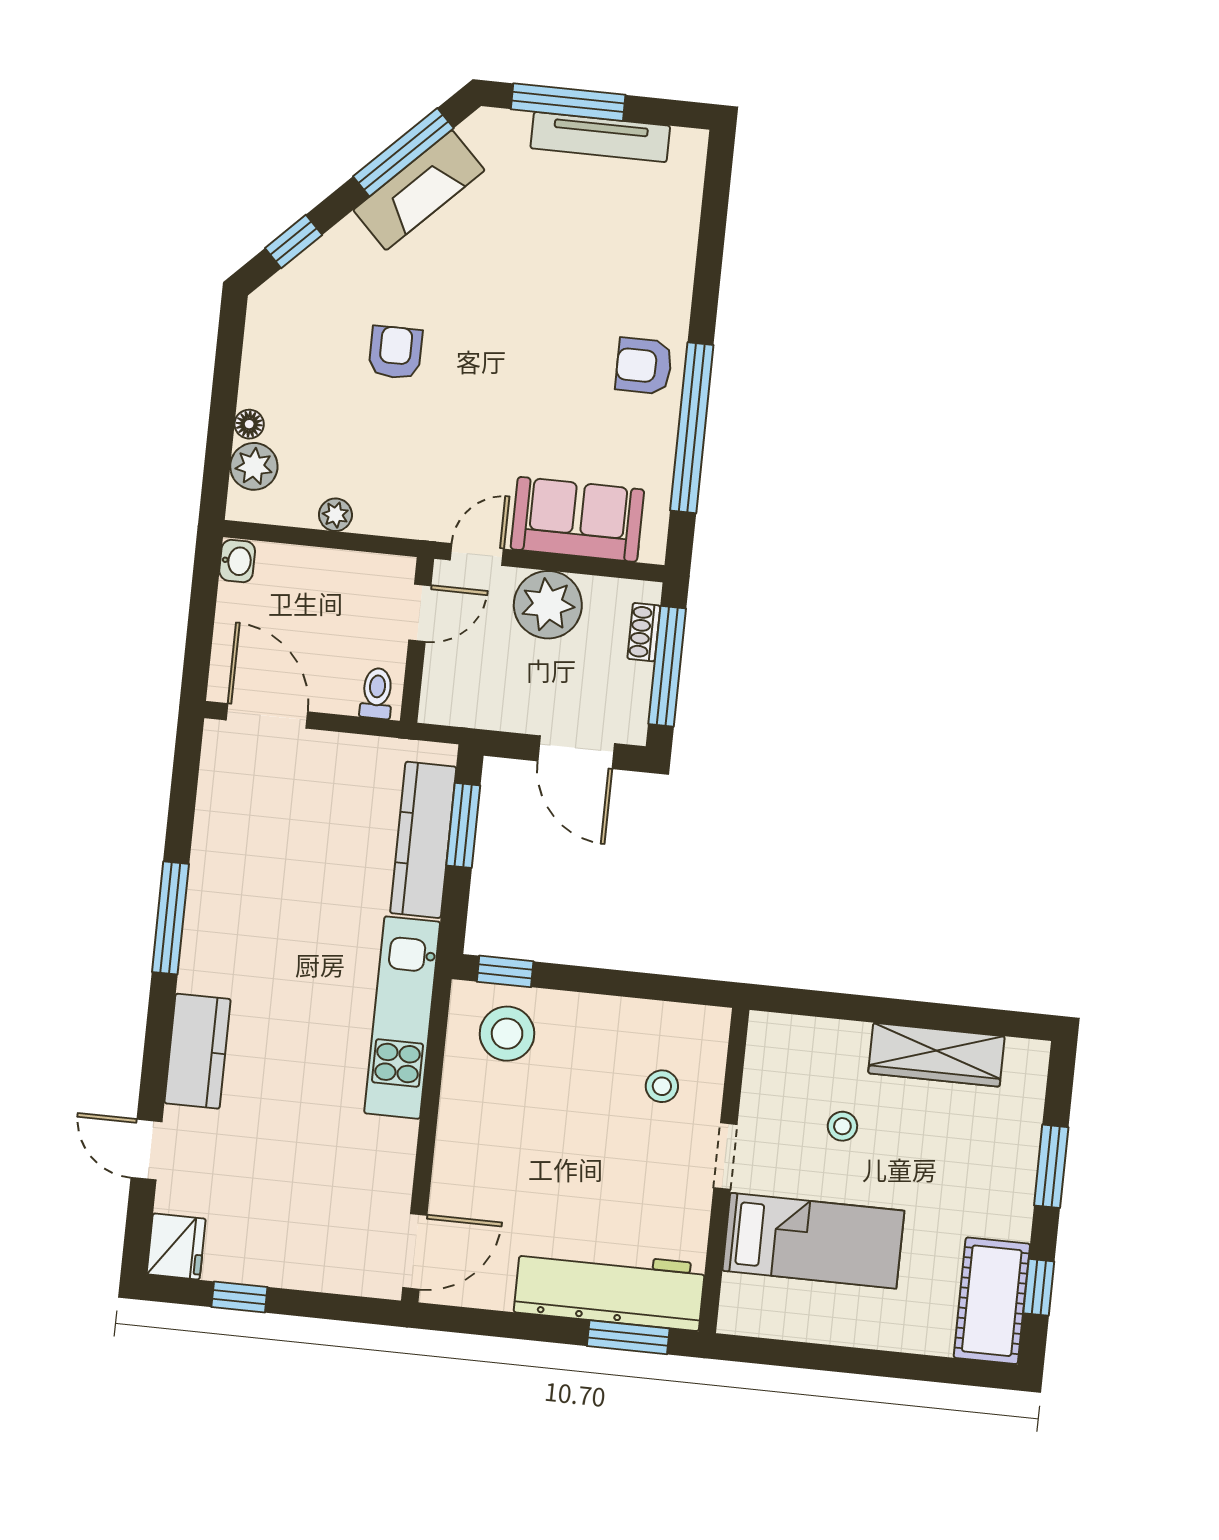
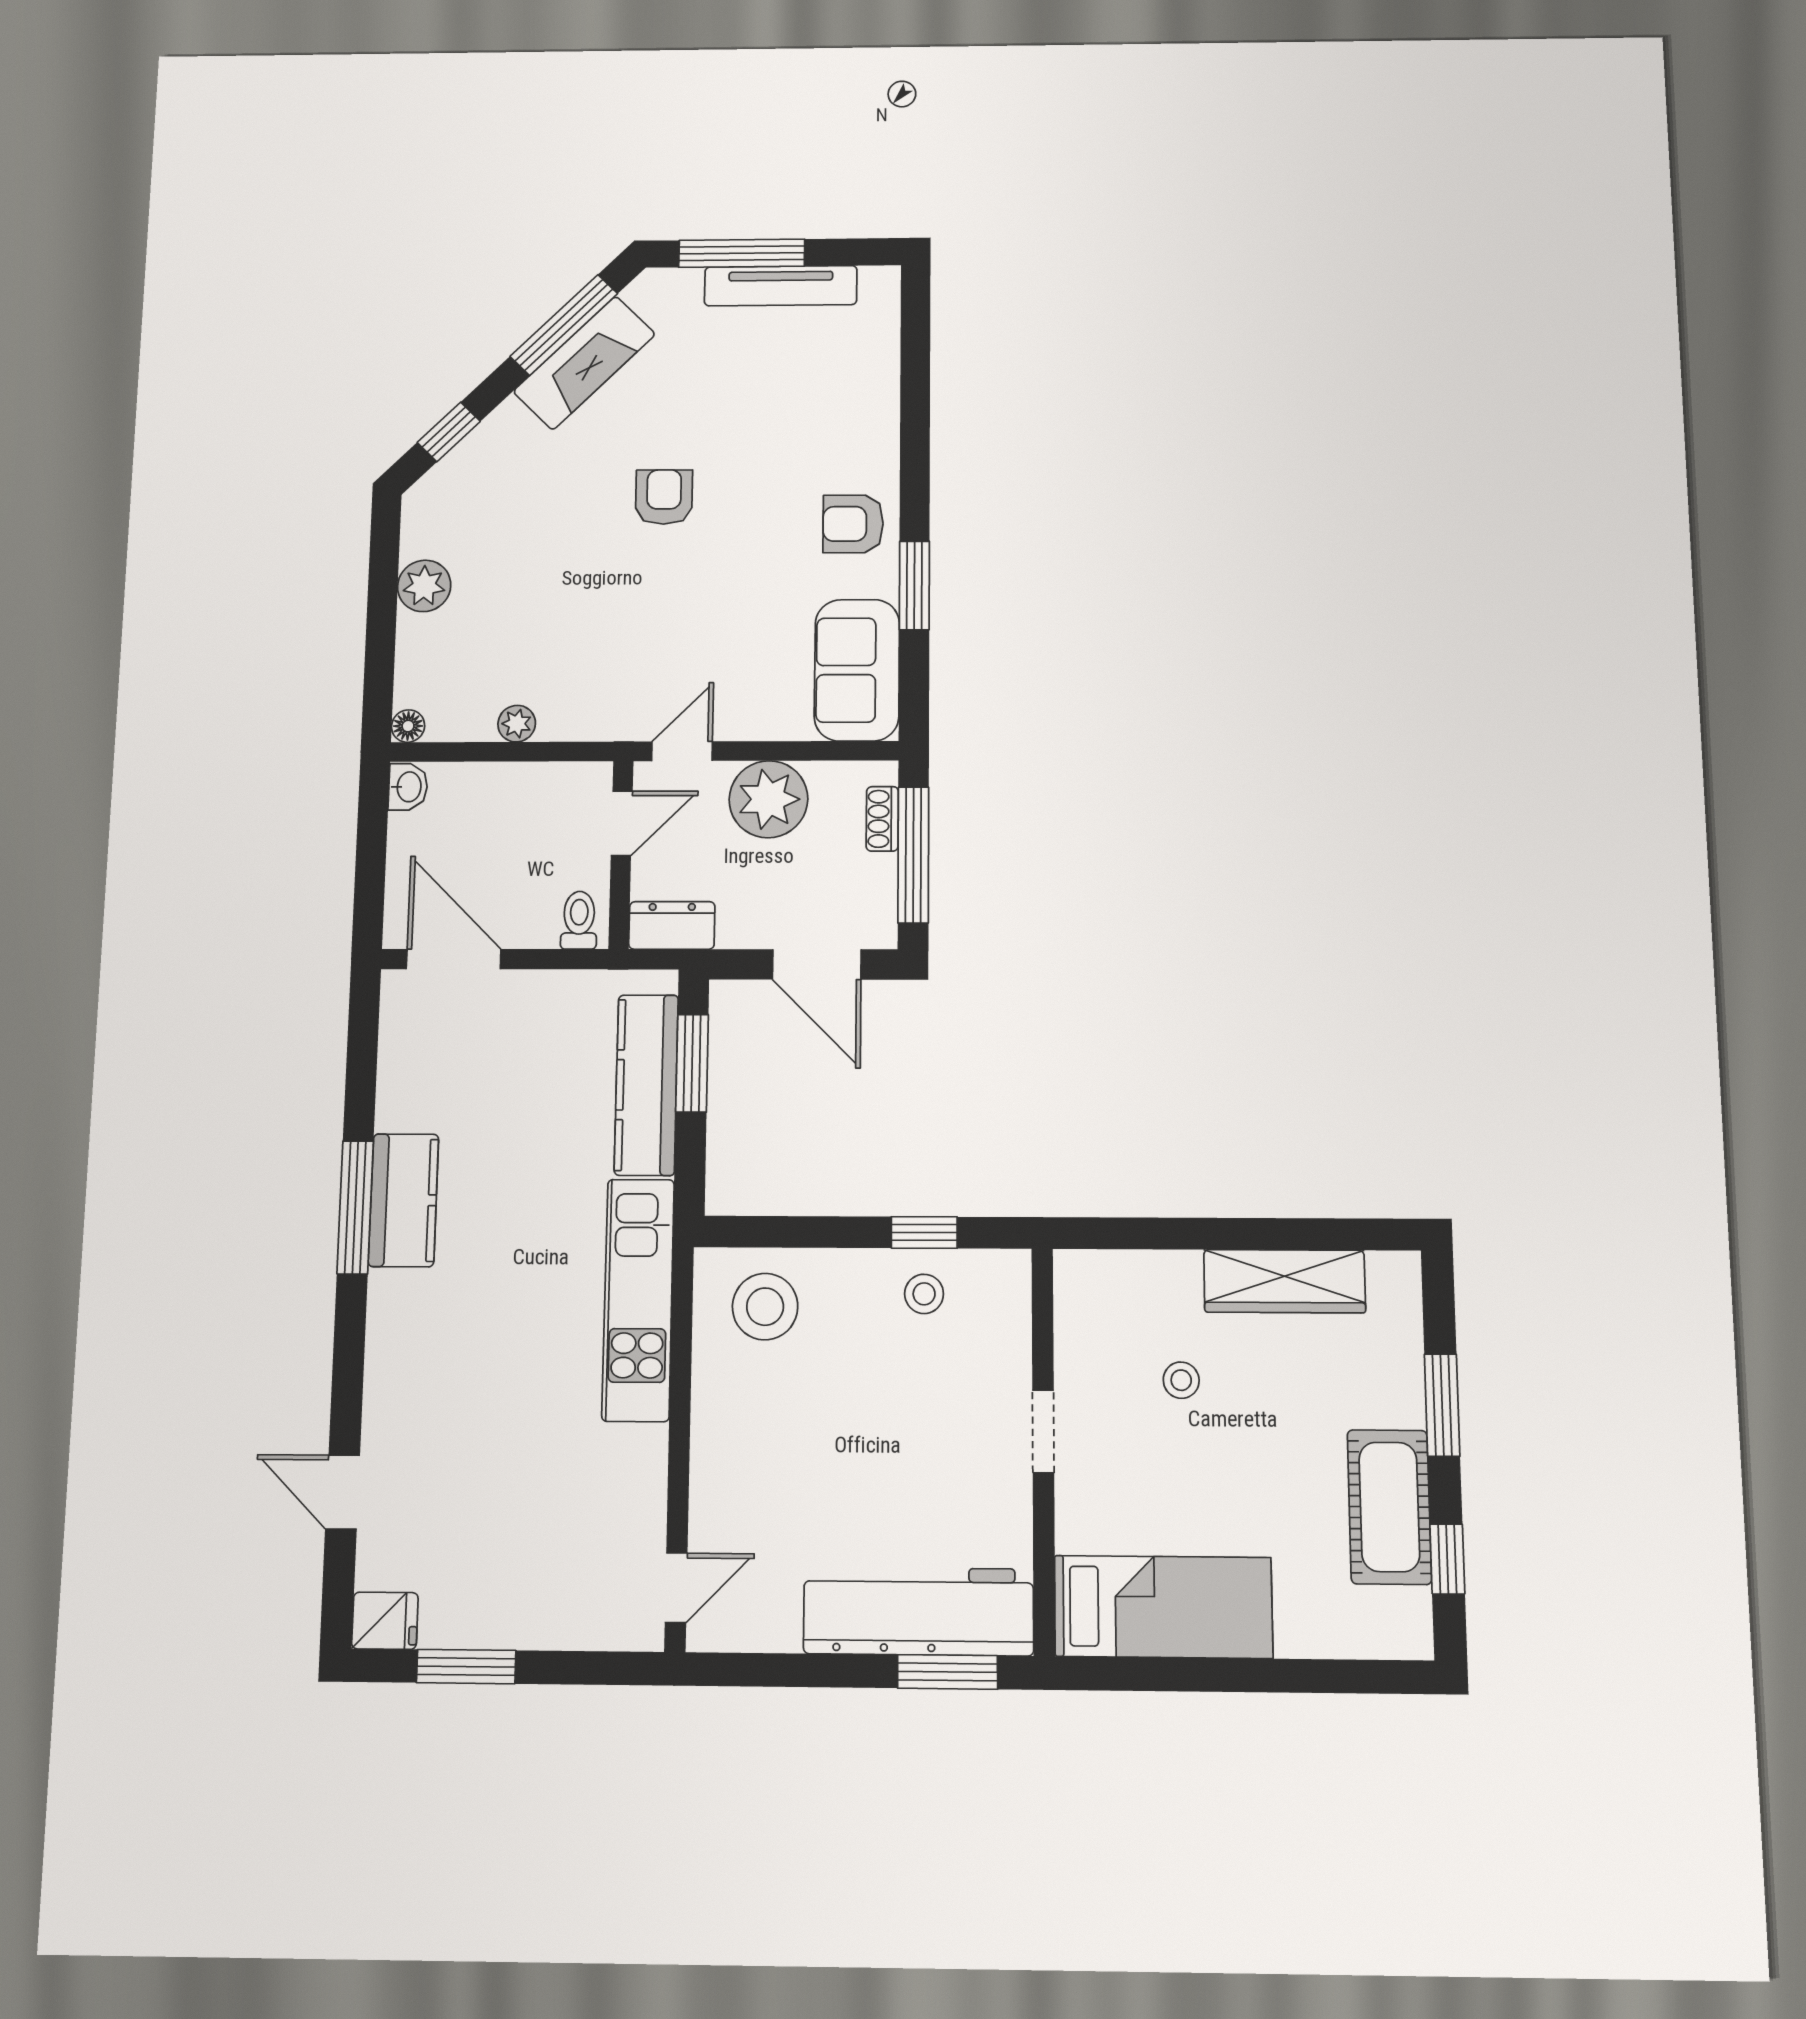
armchair: (395, 352) -> (664, 497), moved
floor lamp: (249, 424) -> (408, 726), moved
window: (692, 428) -> (914, 585), width x0.47
plant: (254, 466) -> (424, 586), moved
sofa: (577, 519) -> (857, 670), moved, turned -90
dresser: (456, 706) -> (672, 925), added
window: (505, 971) -> (924, 1232), moved
kitchen counter: (198, 1051) -> (404, 1200), moved
stool: (662, 1086) -> (924, 1294), moved
bed: (813, 1241) -> (1163, 1607), moved
fridge: (176, 1246) -> (385, 1621), width x0.72
door: (415, 1251) -> (676, 1588), width x0.73
window: (239, 1297) -> (466, 1667), width x1.50
cot: (992, 1301) -> (1389, 1507), moved

